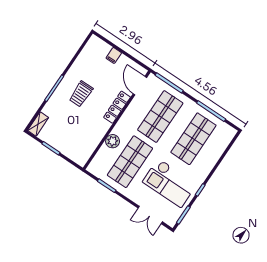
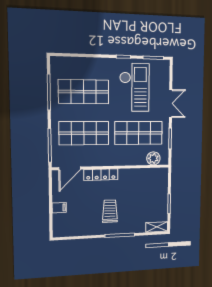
trolley: (81, 94) -> (110, 211), turned -90
plant: (113, 141) -> (153, 158), moved
double door: (150, 215) -> (171, 103), moved

